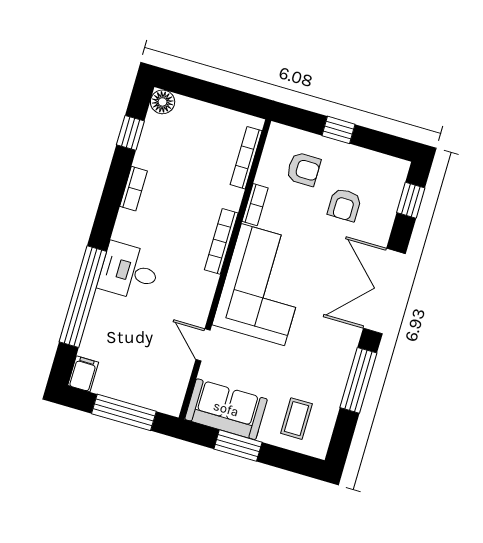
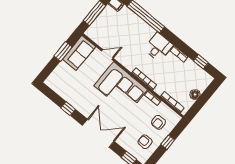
floor lamp: (163, 102) -> (195, 95), moved
armchair: (344, 205) -> (145, 142), moved
desk: (129, 271) -> (158, 47), moved
window: (358, 380) -> (68, 109), width x0.46
coffee table: (296, 419) -> (64, 78), removed

